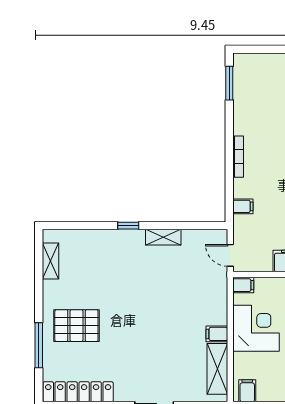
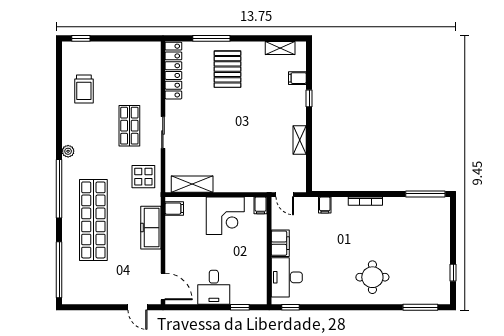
window: (229, 83) -> (425, 194), width x1.44
window: (128, 226) -> (309, 98), moved
door: (230, 255) -> (285, 195), swing flipped
filing cabinet: (217, 334) -> (297, 78), moved, turned -90

